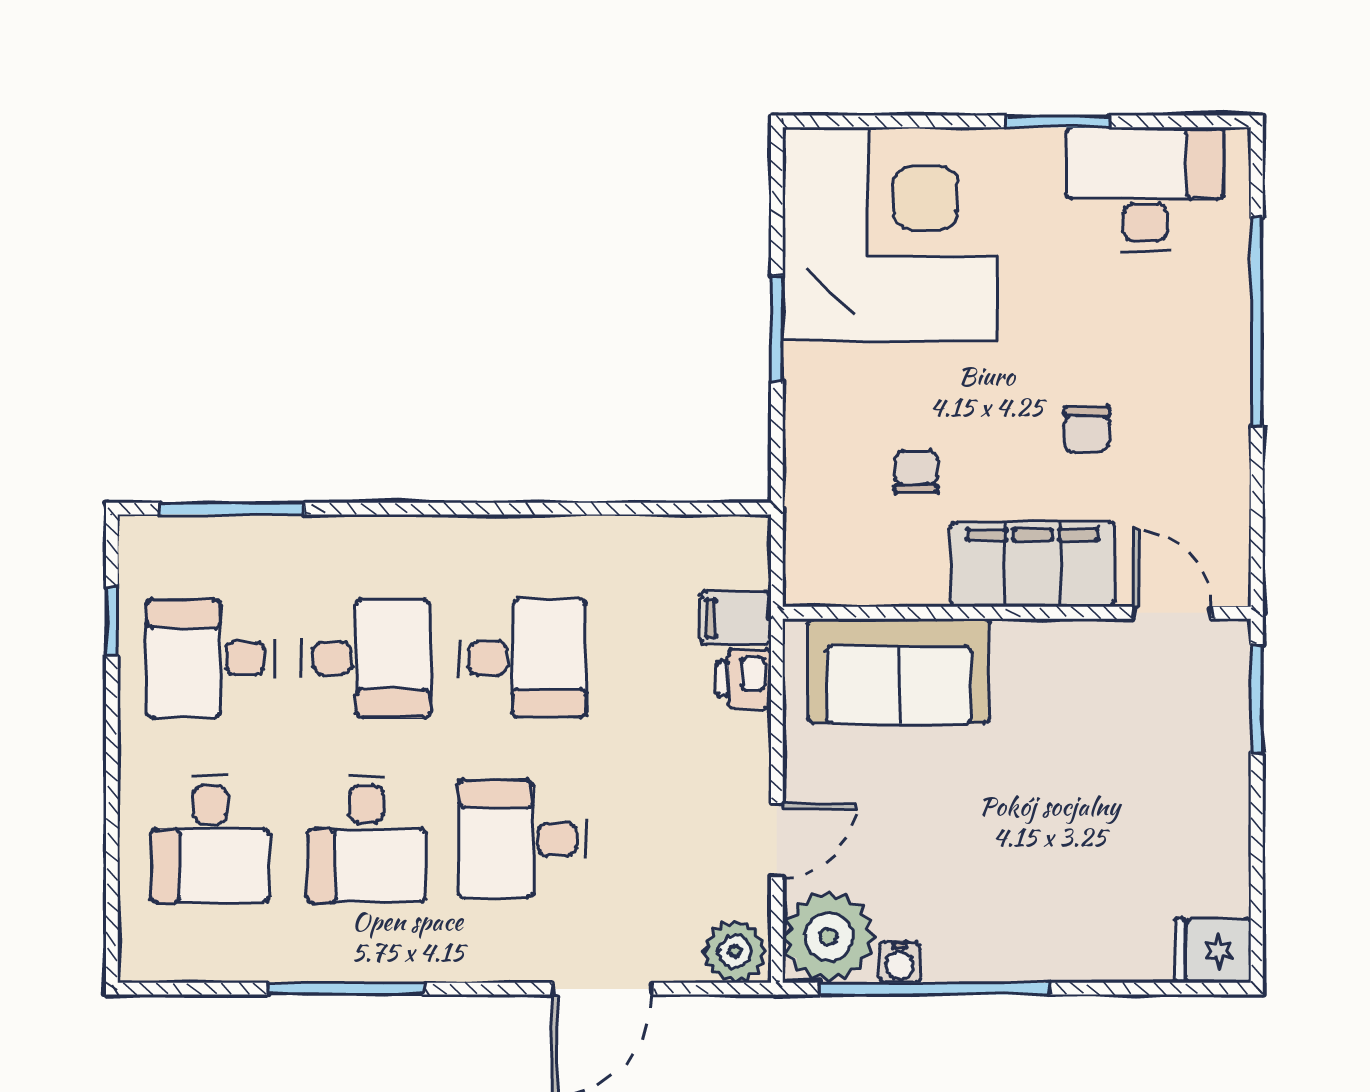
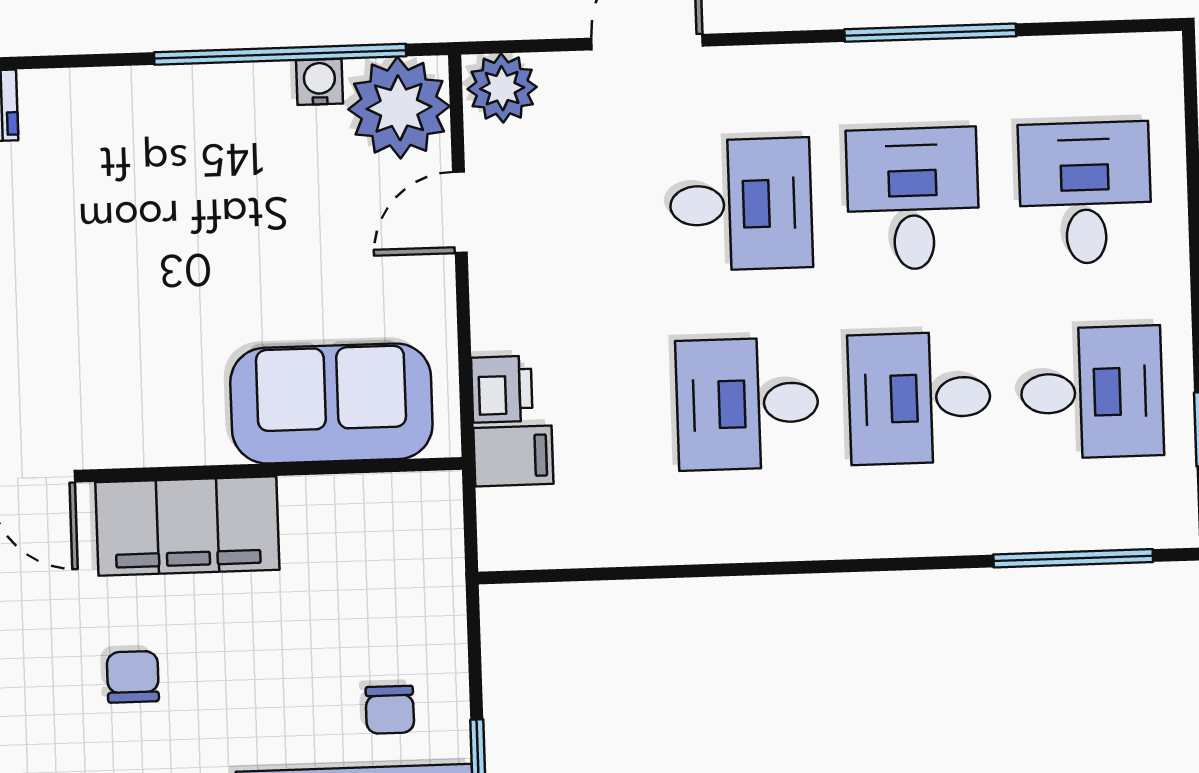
chair: (916, 472) -> (390, 710), moved

